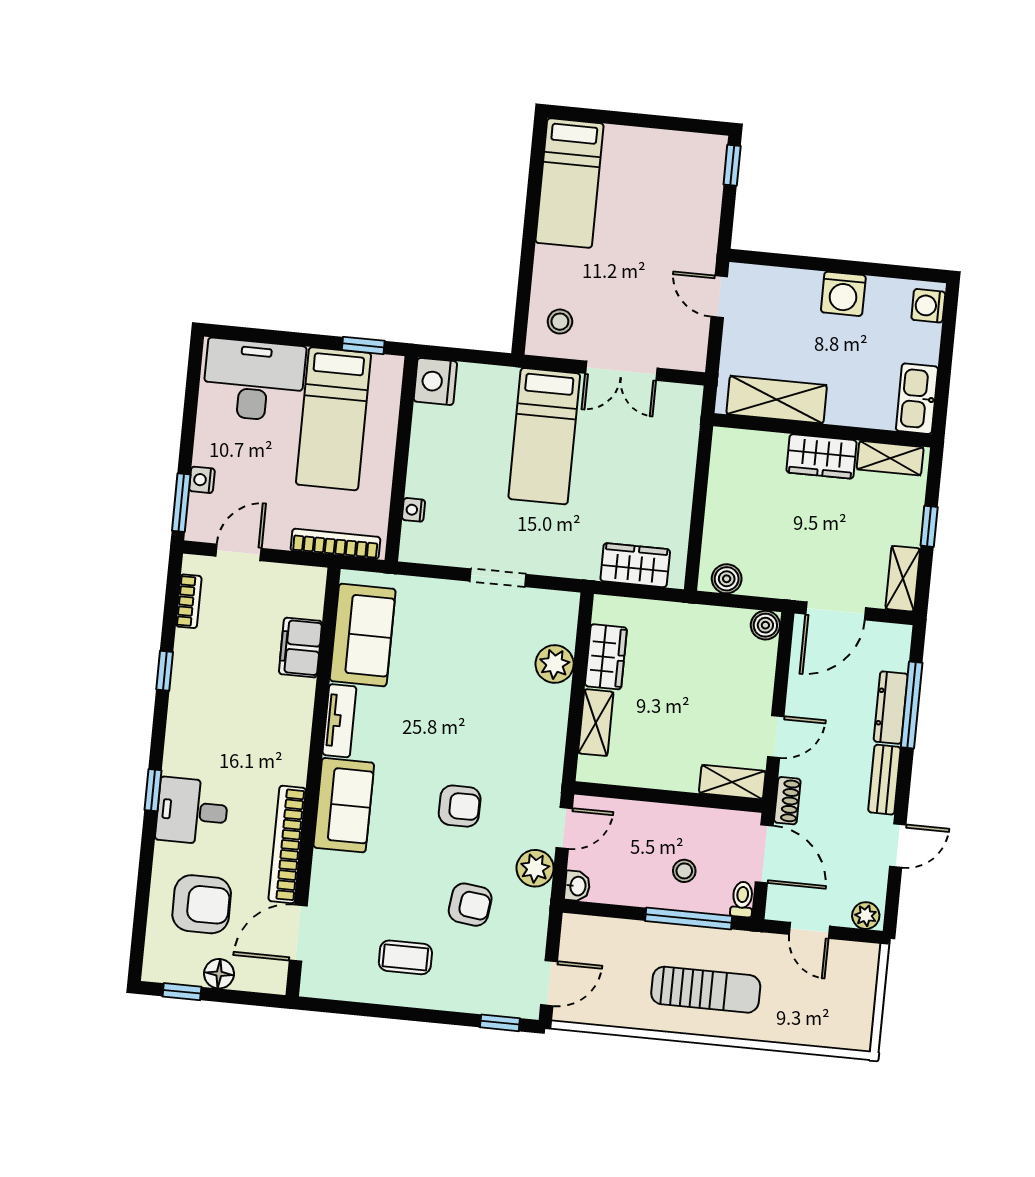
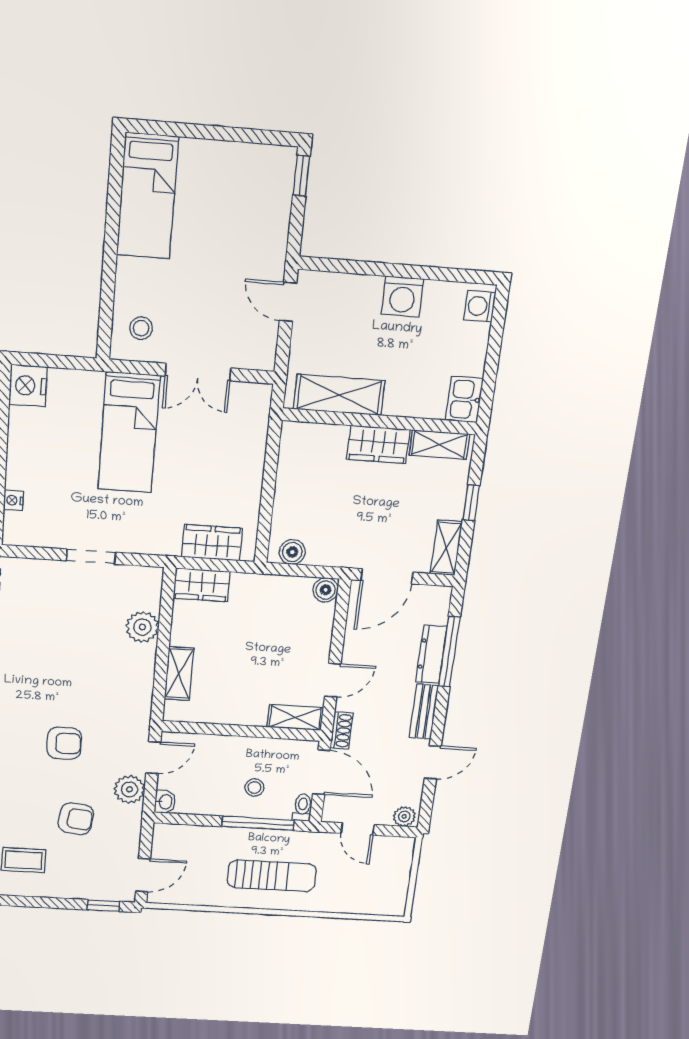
kitchen sink: (917, 399) -> (464, 399), width x0.73
wardrobe: (606, 657) -> (202, 585), moved, turned 90

